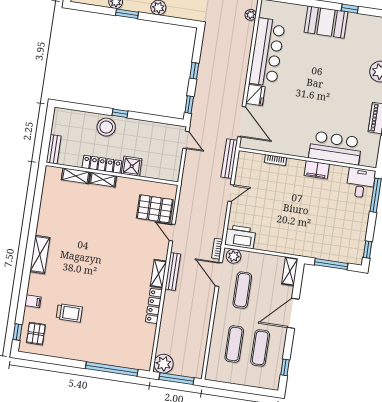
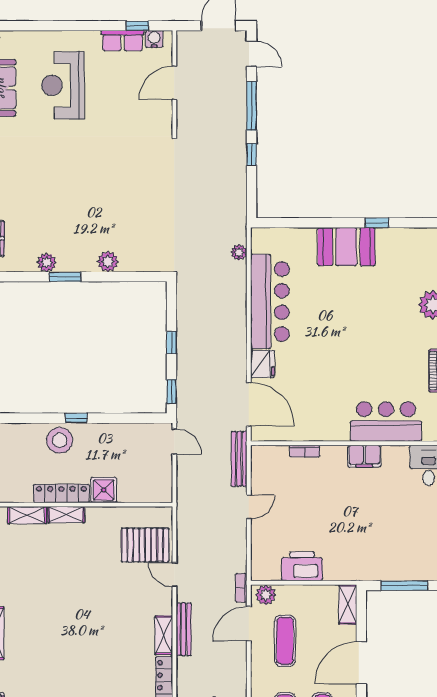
printer: (240, 237) -> (302, 566), moved
door: (219, 274) -> (249, 624), hinge flipped

